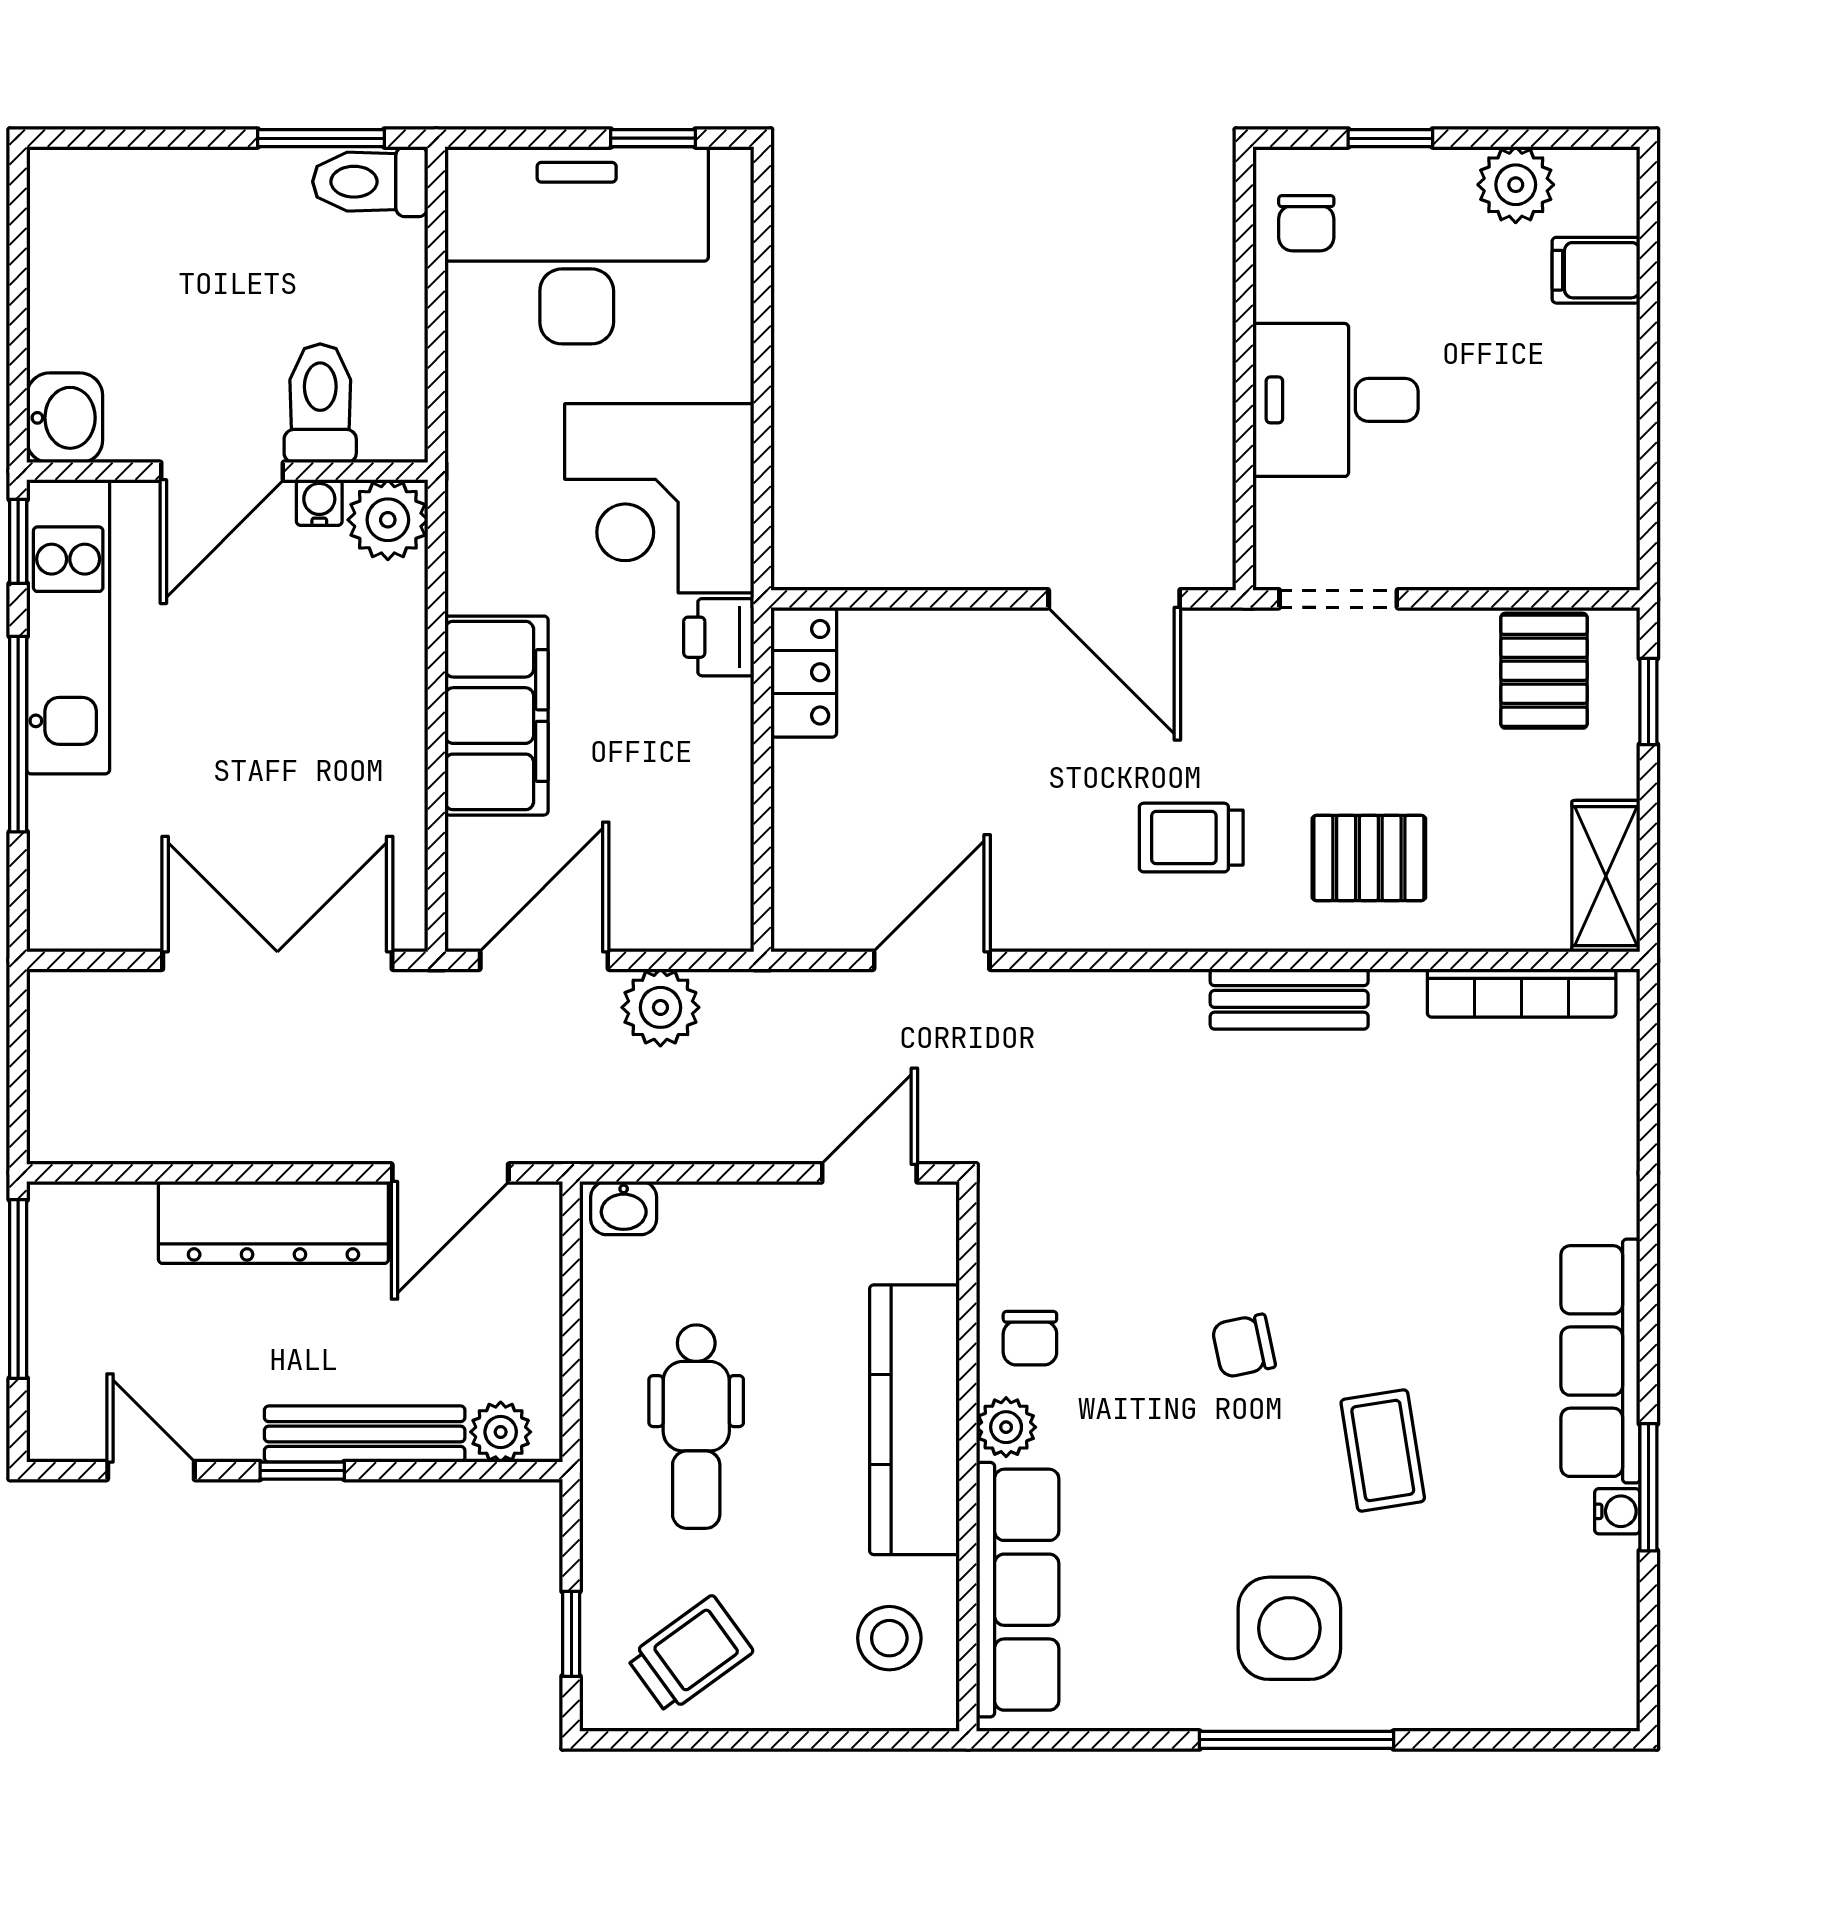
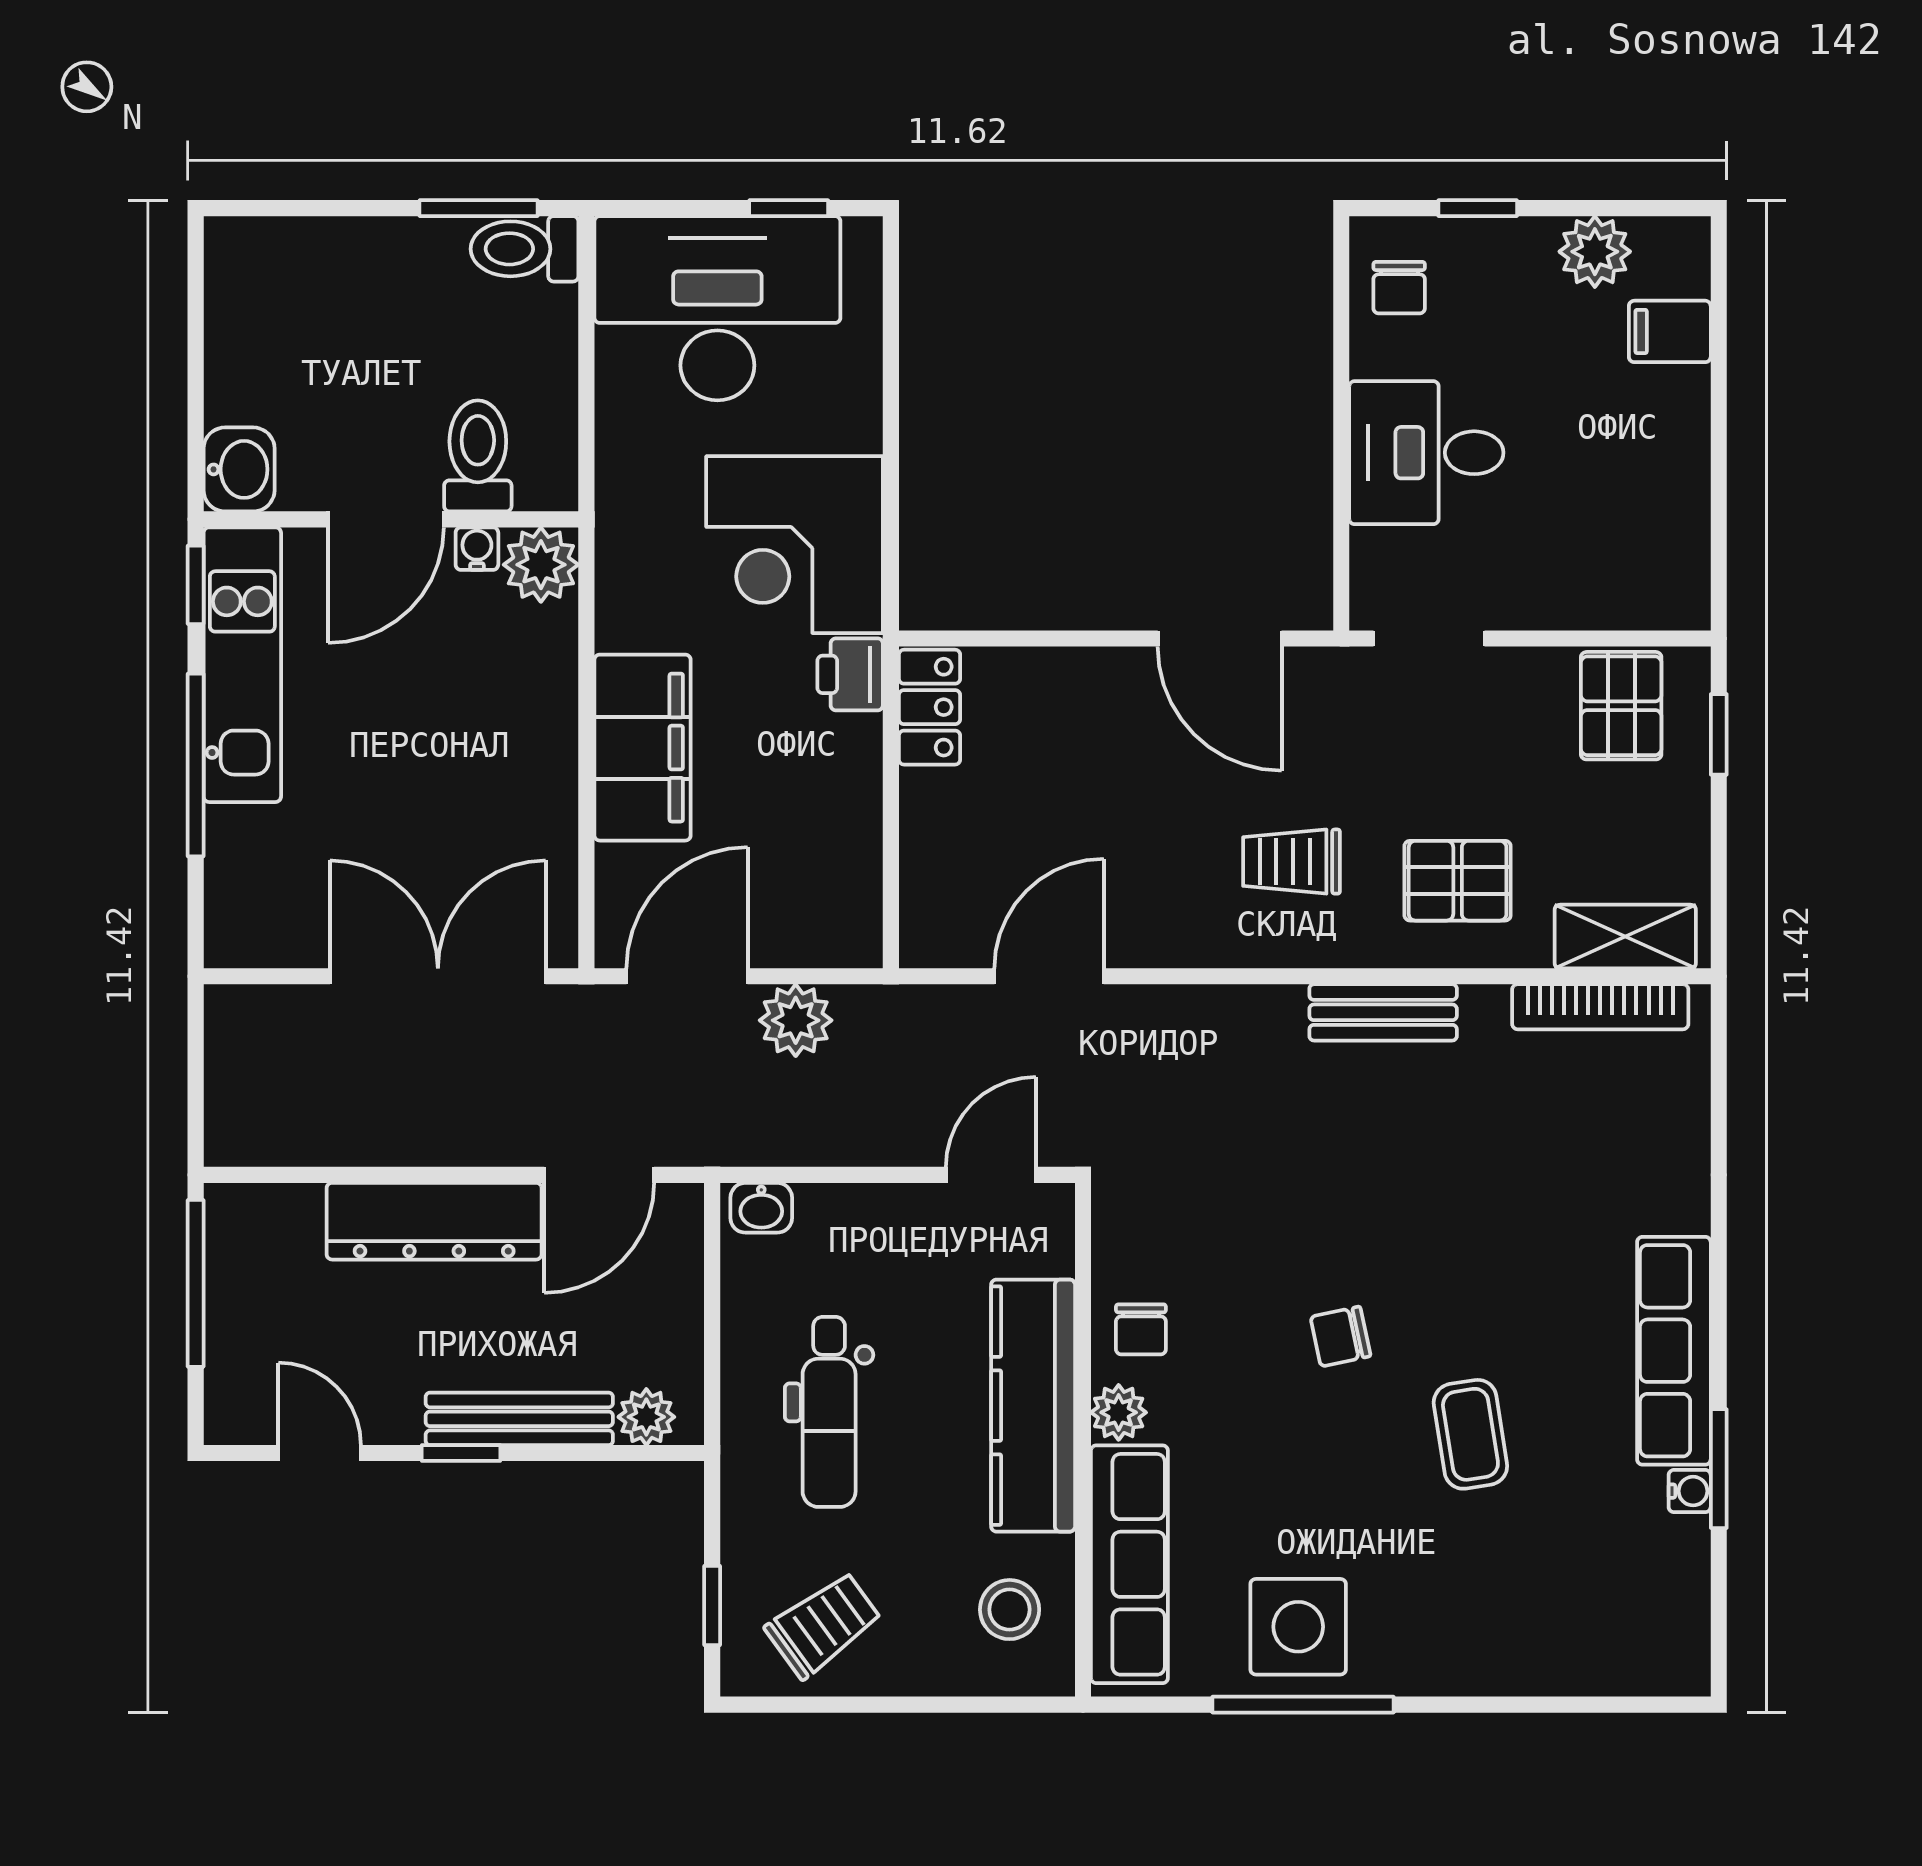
shelving: (1606, 876) -> (1625, 936), moved, turned 90
side table: (1289, 1628) -> (1298, 1627), moved
window: (1297, 1740) -> (1303, 1705), moved

